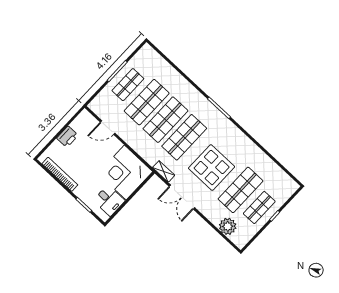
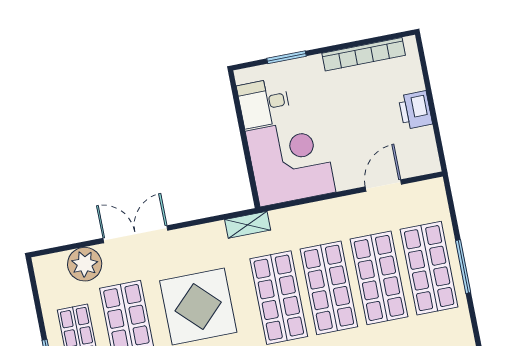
shop shelf: (128, 85) -> (429, 268), width x1.43, depth x1.36
double door: (182, 197) -> (135, 234), moved

